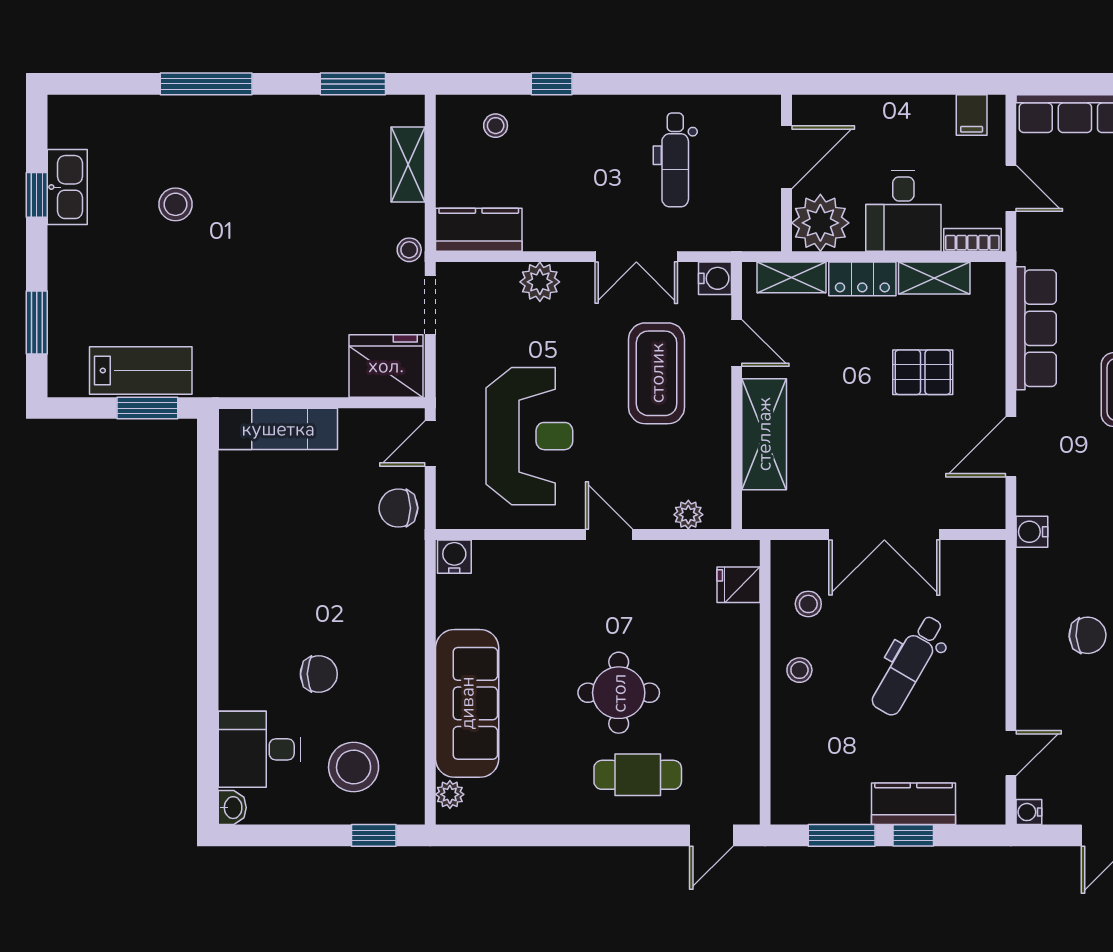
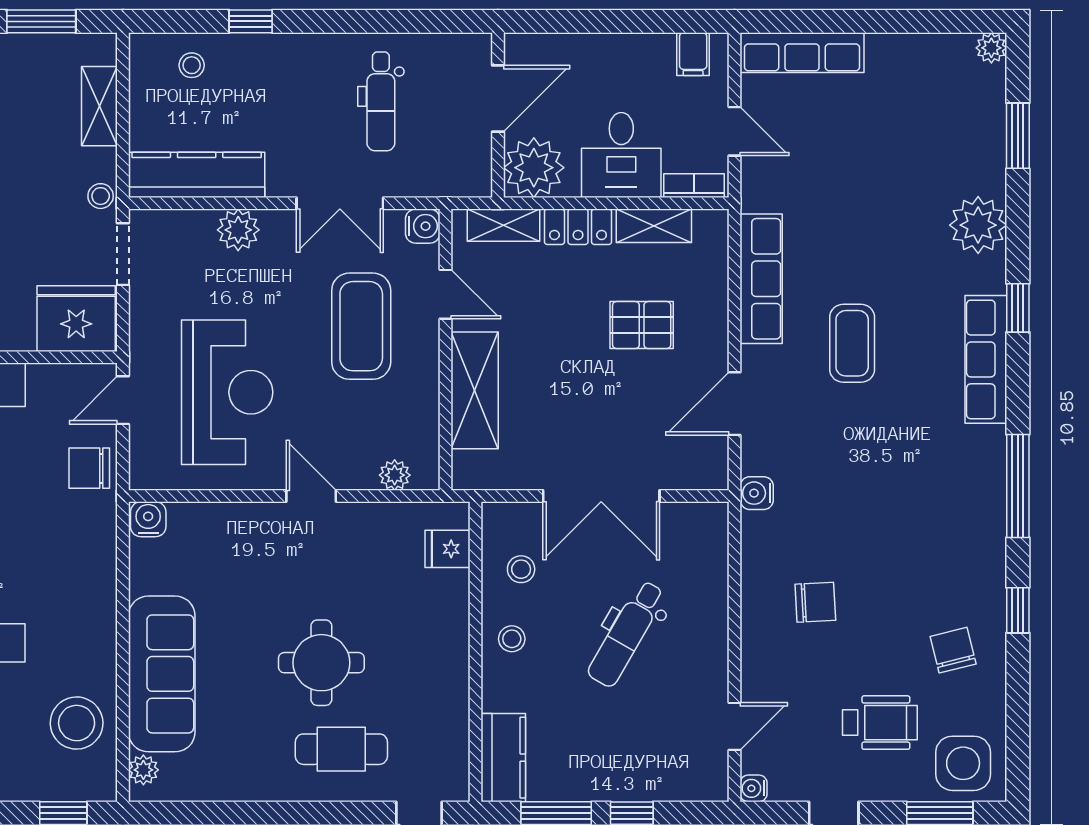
kitchen counter: (479, 230) -> (197, 175), width x1.50
stool: (354, 767) -> (77, 723), moved
kitchen counter: (914, 804) -> (503, 758), moved, turned 90

